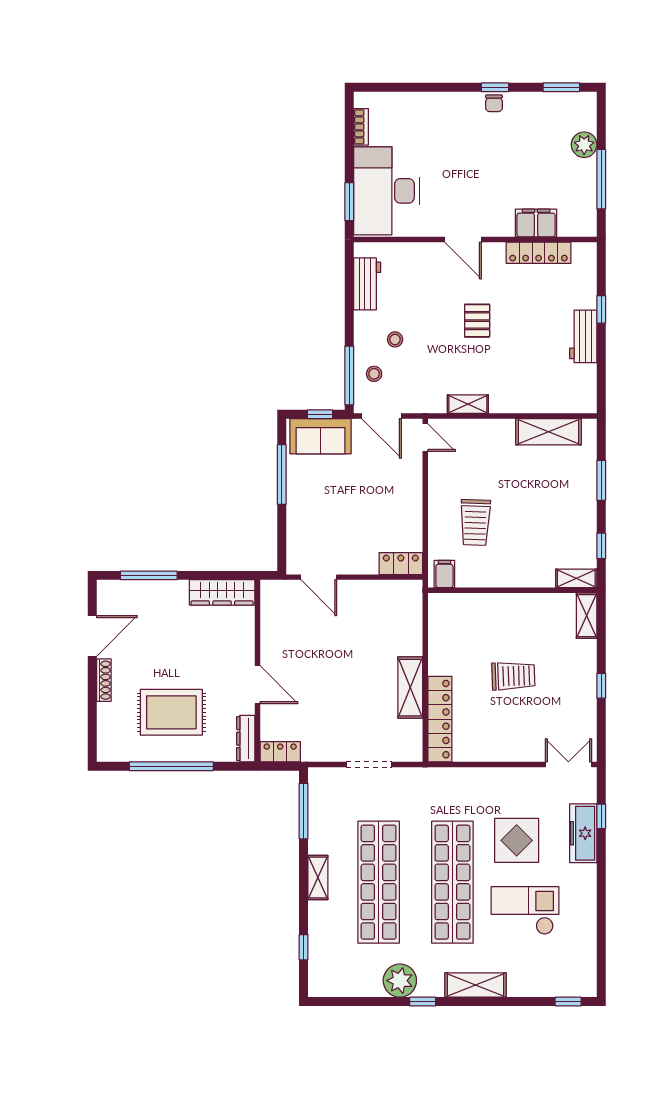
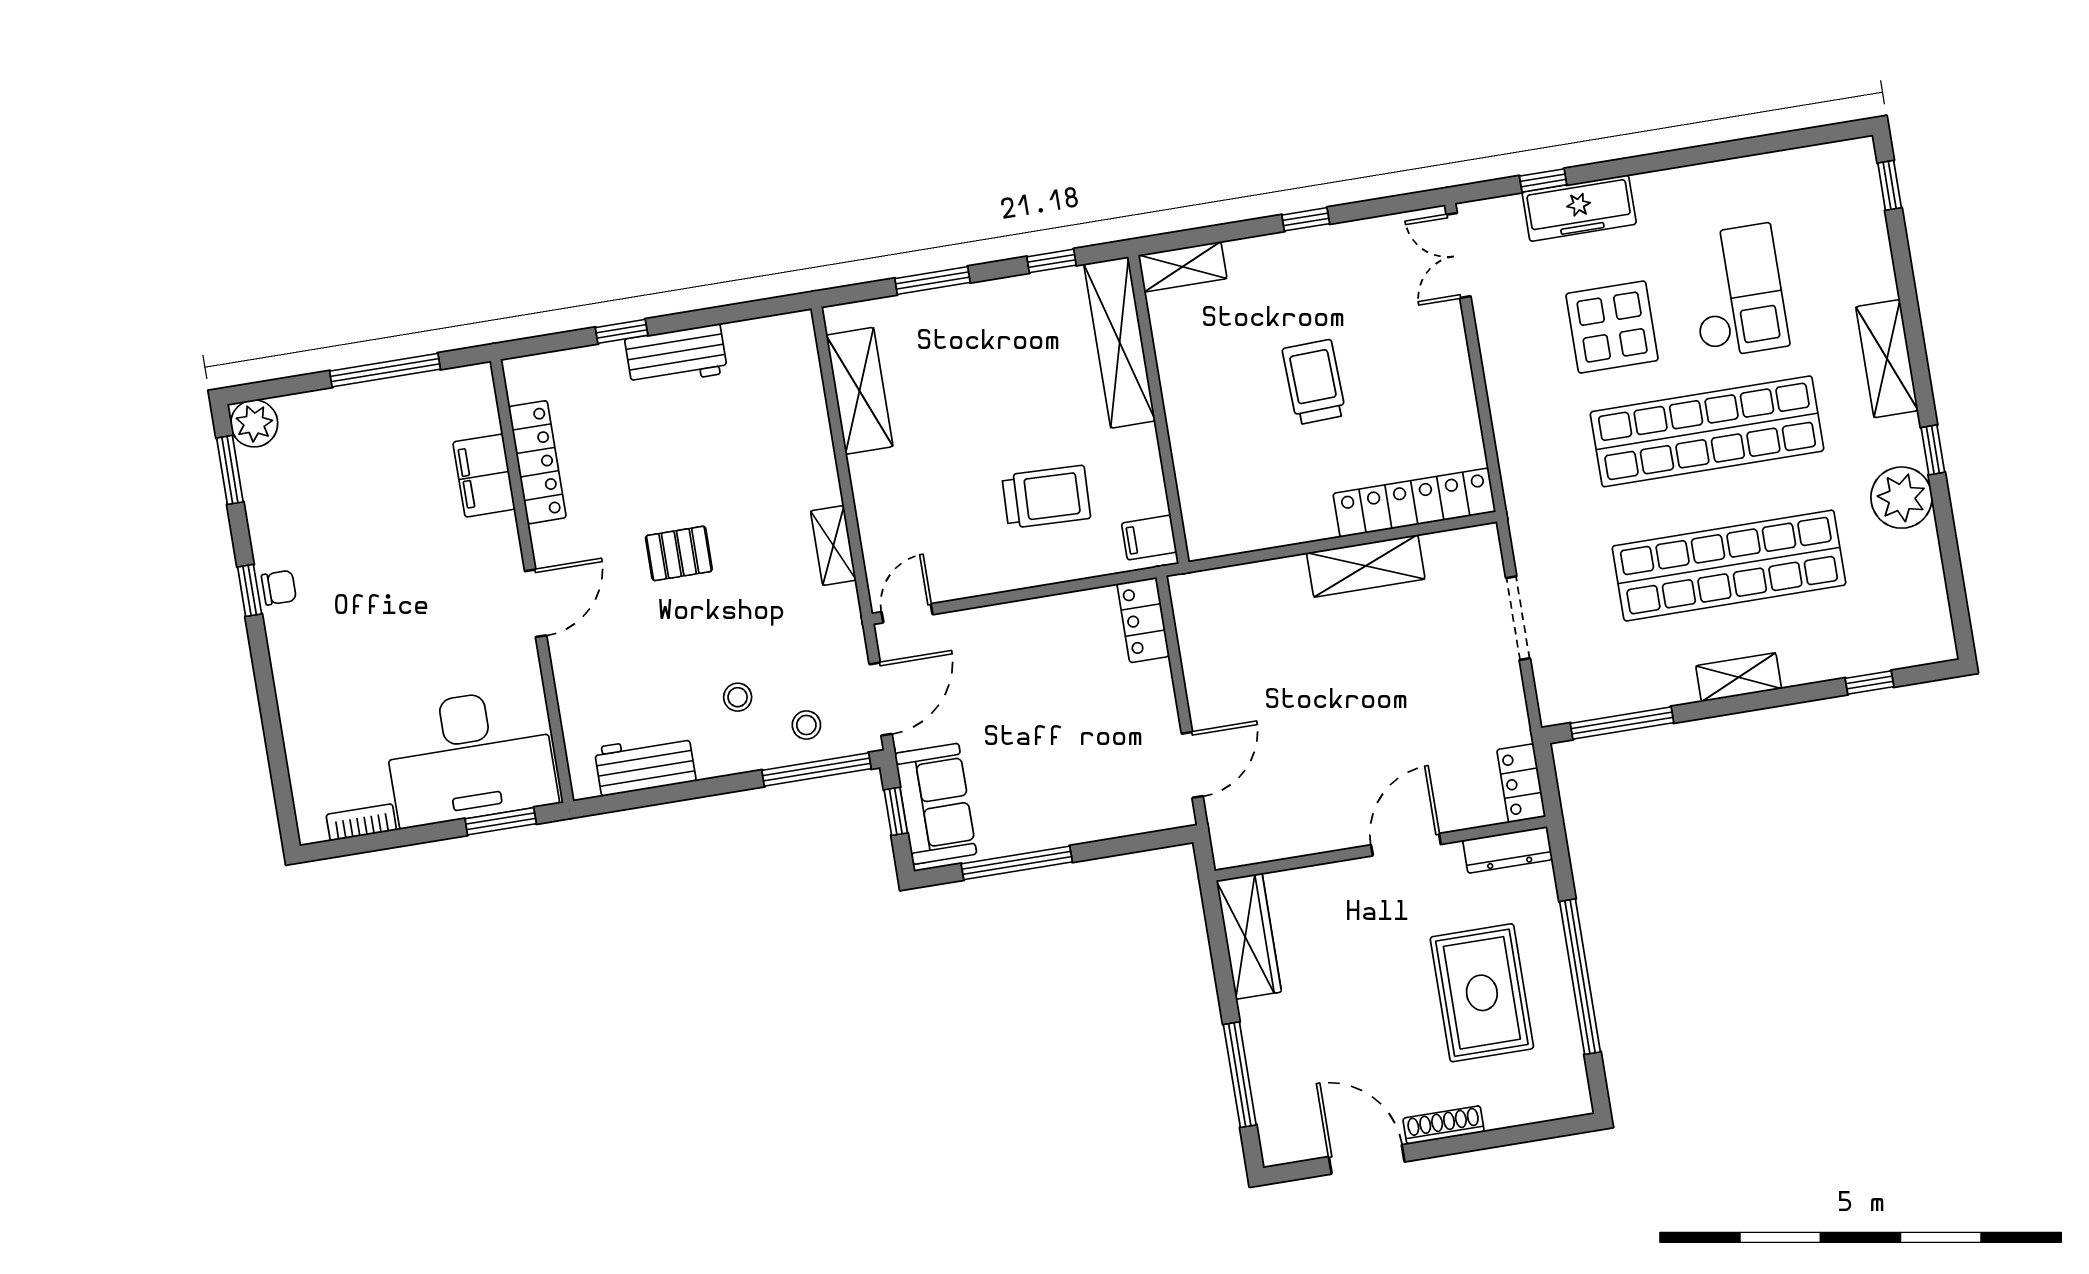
plant: (584, 145) -> (254, 423), moved
shelving: (576, 578) -> (1120, 342), width x2.20, depth x1.33
checkout: (525, 911) -> (1737, 291), turned 180

